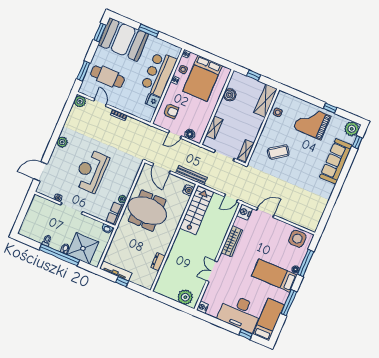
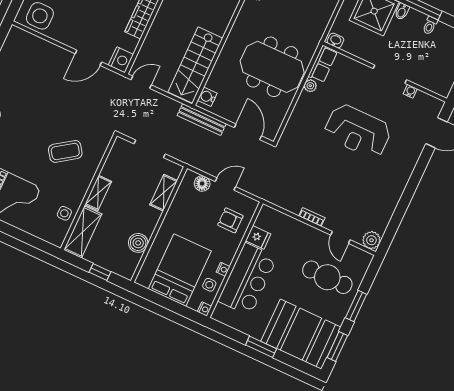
window: (83, 71) -> (356, 306), moved
plant: (62, 142) -> (401, 178), removed
shelving: (246, 151) -> (98, 193), moved
reception desk: (91, 171) -> (358, 131), turned 90

